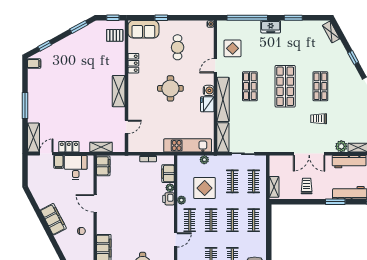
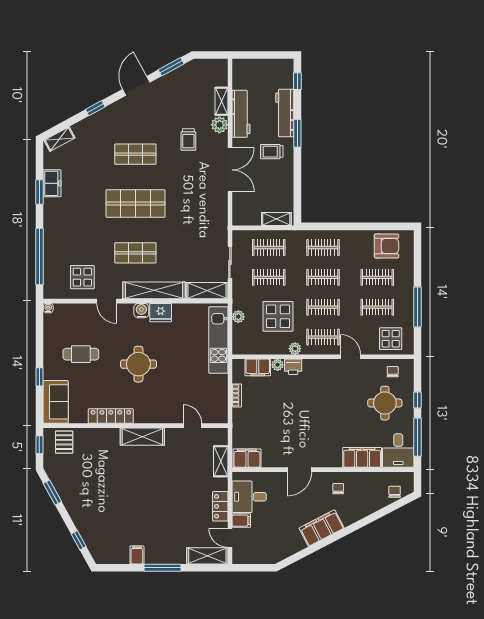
freezer: (271, 27) -> (52, 183), moved
locker: (133, 63) -> (111, 416), width x1.53
filing cabinet: (34, 64) -> (137, 555), moved
trolley: (319, 119) -> (188, 140), moved
trolley: (307, 186) -> (272, 152), moved

